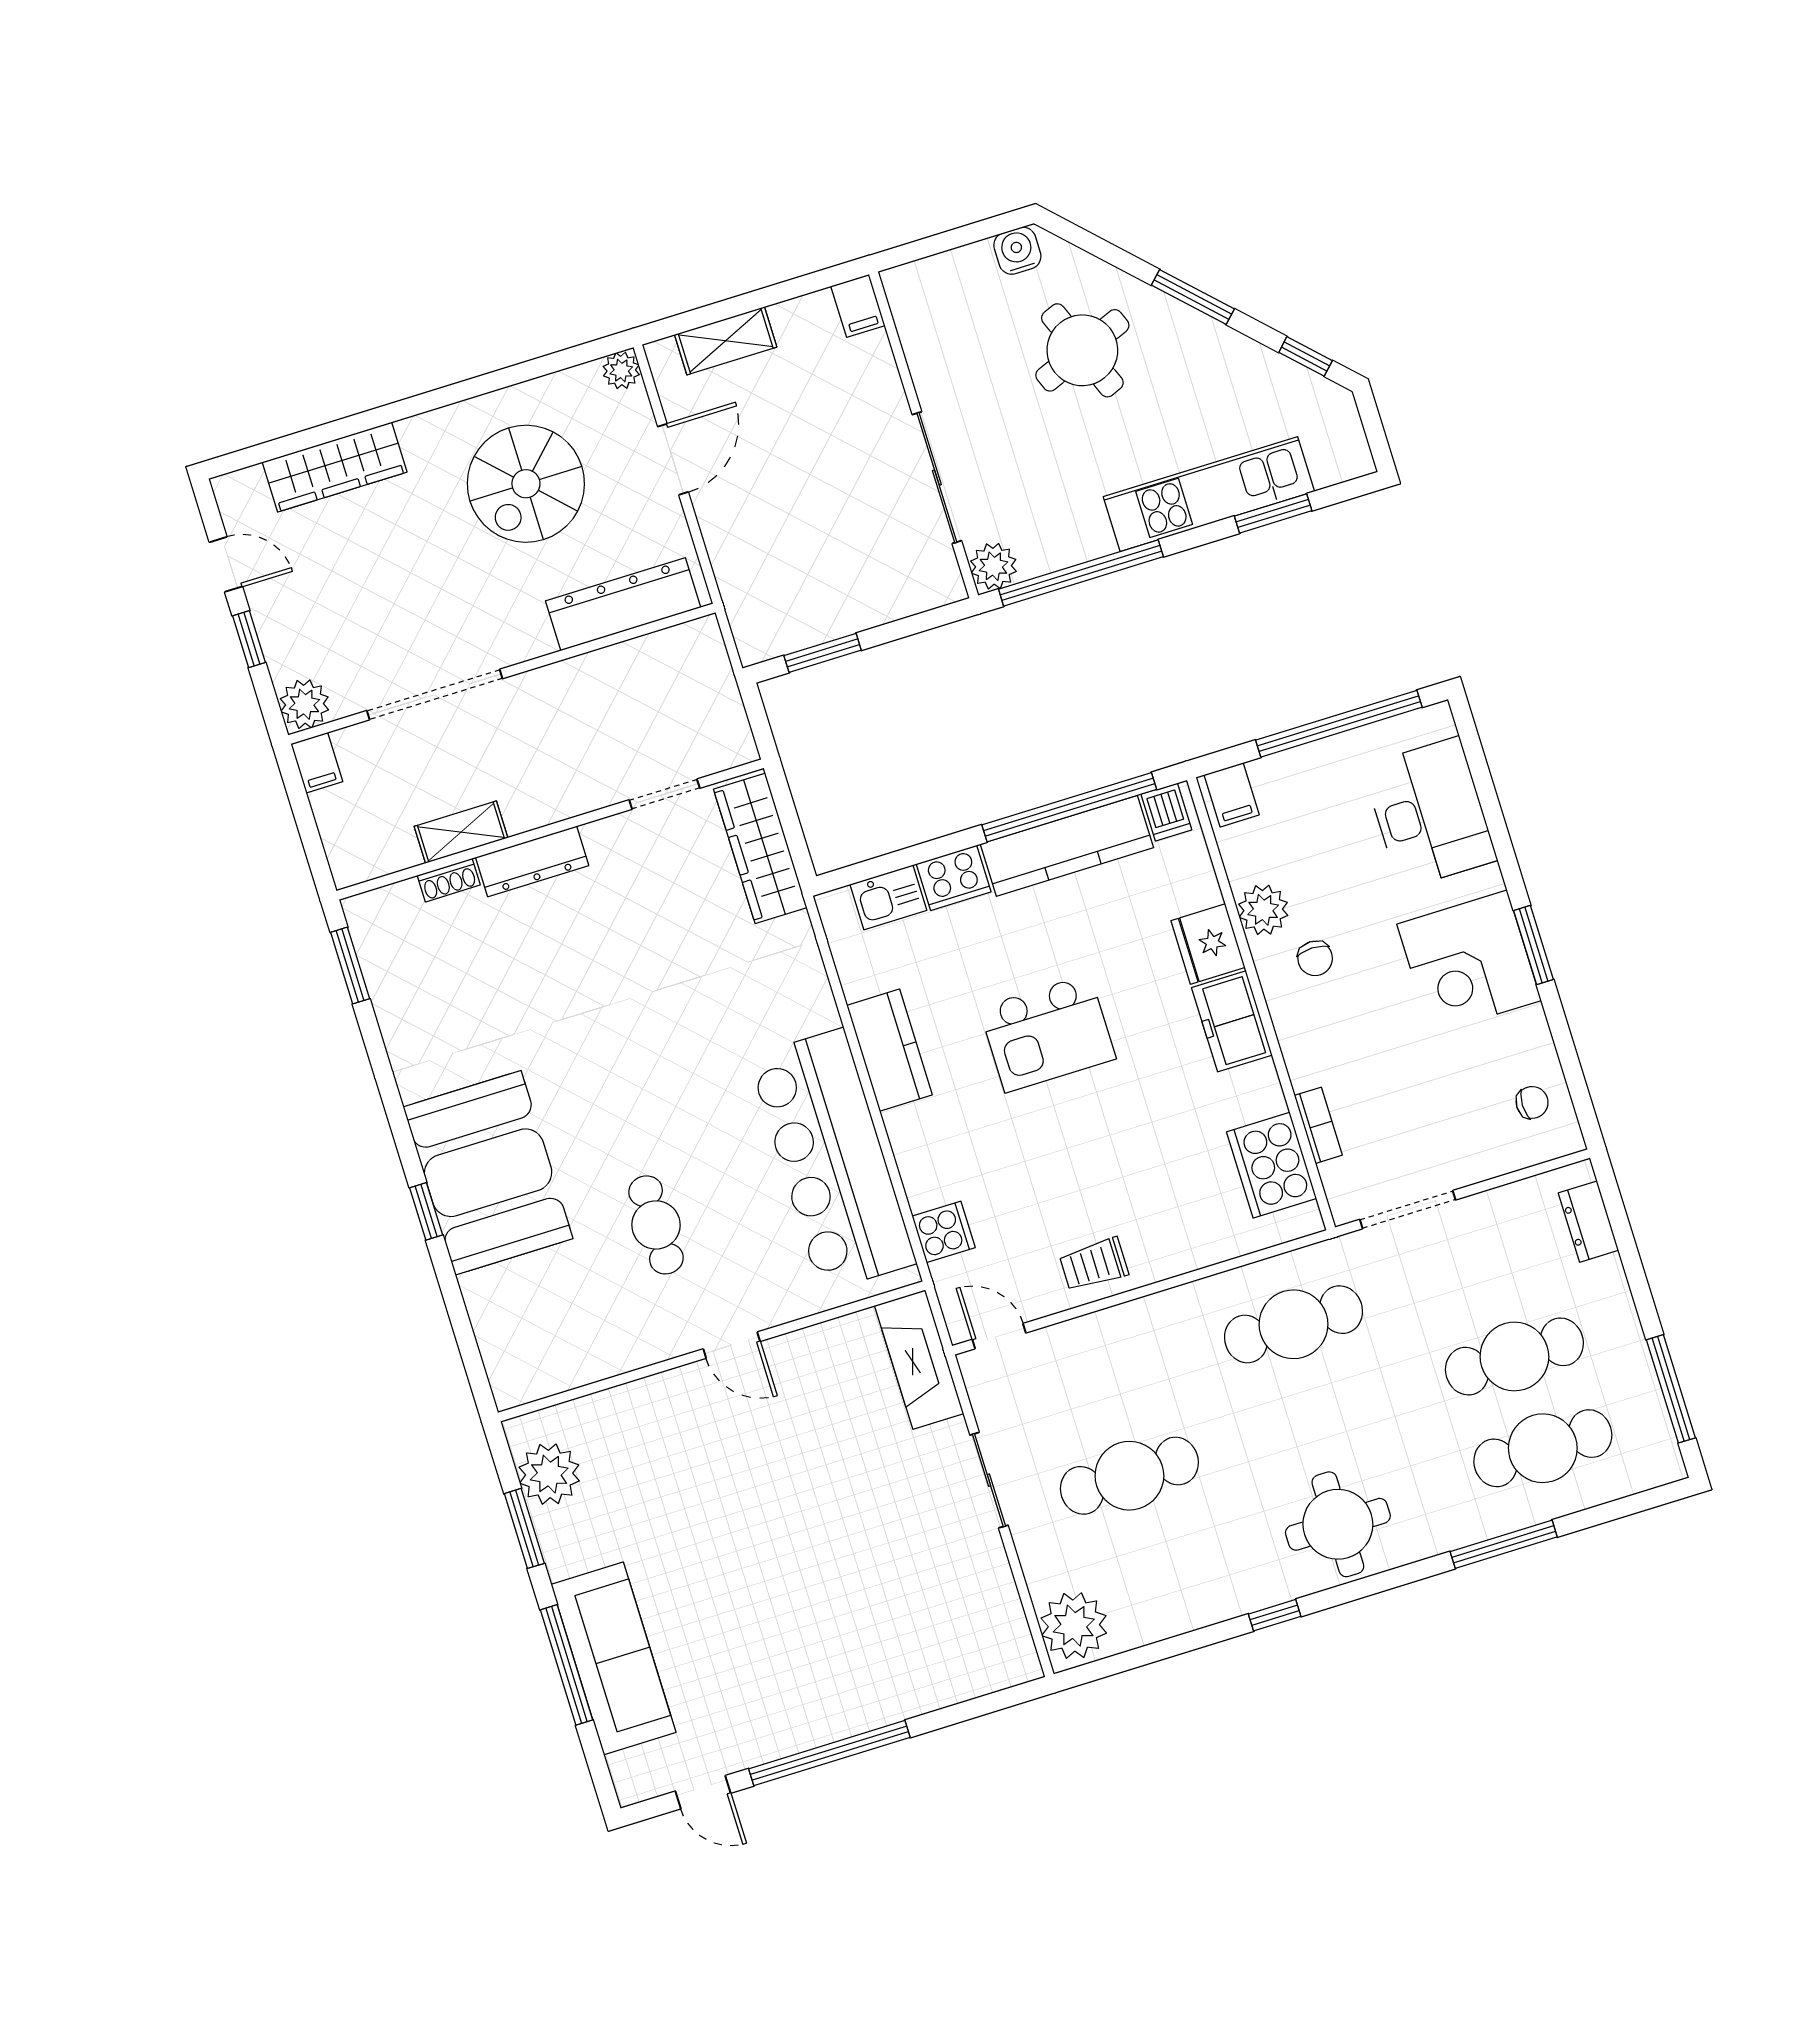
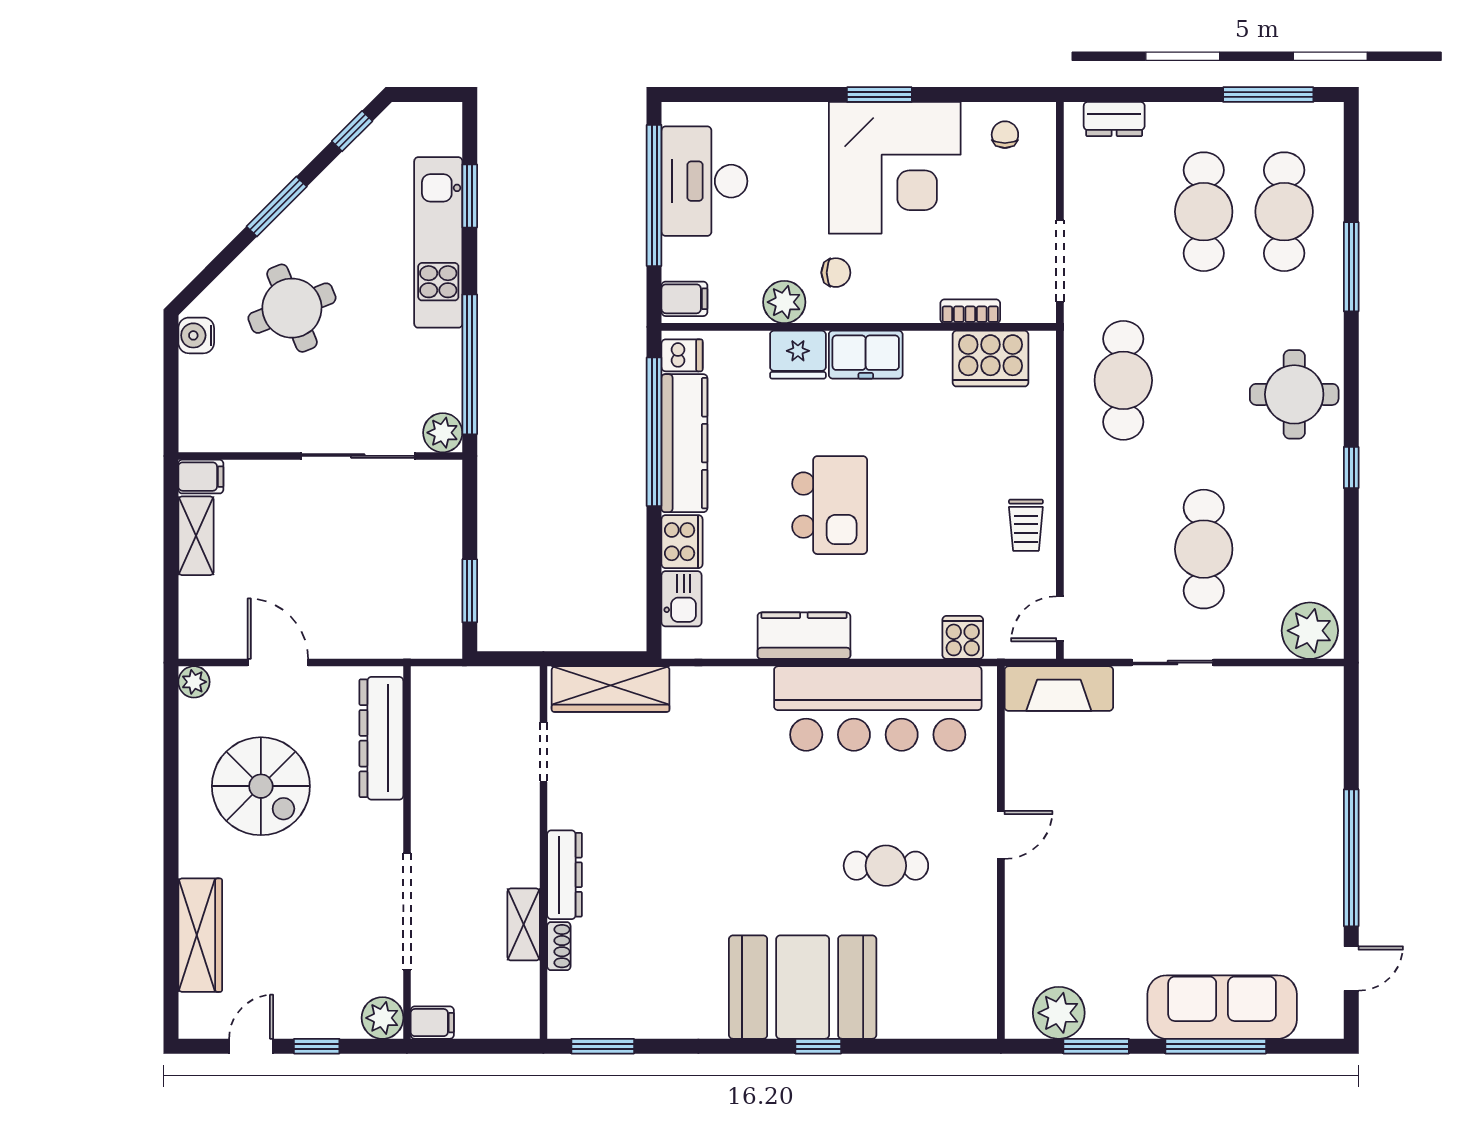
shelving: (726, 341) -> (196, 536), moved
desk: (1430, 813) -> (704, 181), moved, turned -90
corner desk: (1469, 962) -> (895, 168), width x1.36, depth x1.36

